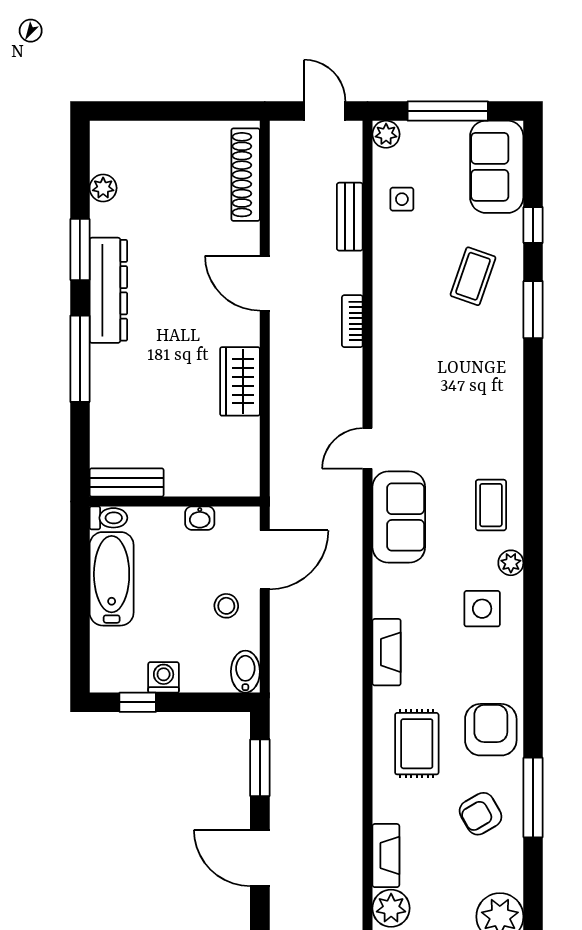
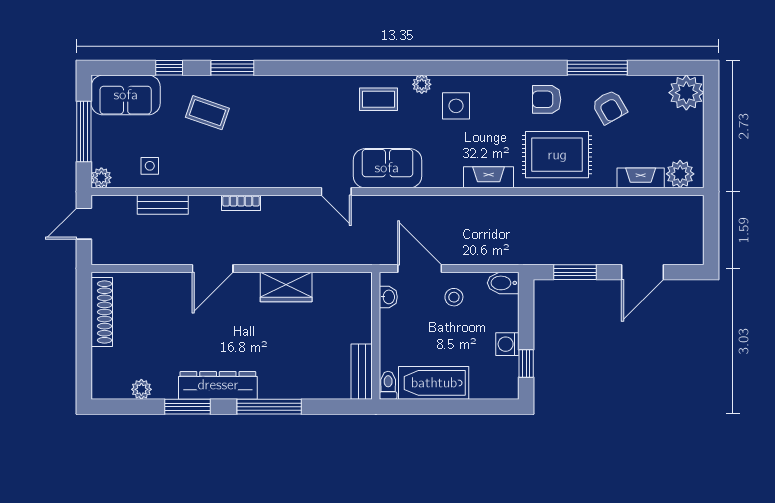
shoe rack: (246, 175) -> (102, 312), moved, turned -90
washbasin: (200, 518) -> (388, 297), moved
armchair: (491, 730) -> (547, 99), width x0.72, depth x0.72
rug: (417, 744) -> (557, 155), width x1.36, depth x1.43

